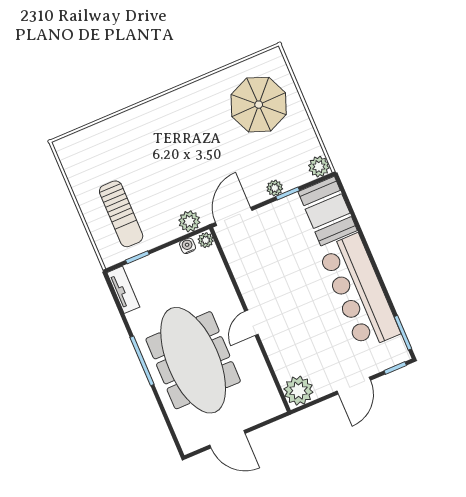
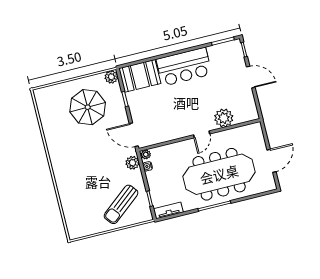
parasol: (259, 105) -> (88, 107), moved
plant: (275, 188) -> (120, 106), removed
sun lounger: (121, 214) -> (121, 204), turned 141
bar counter: (359, 292) -> (184, 67), width x0.73
door: (251, 323) -> (202, 134), hinge flipped
plant: (298, 391) -> (224, 118), moved

